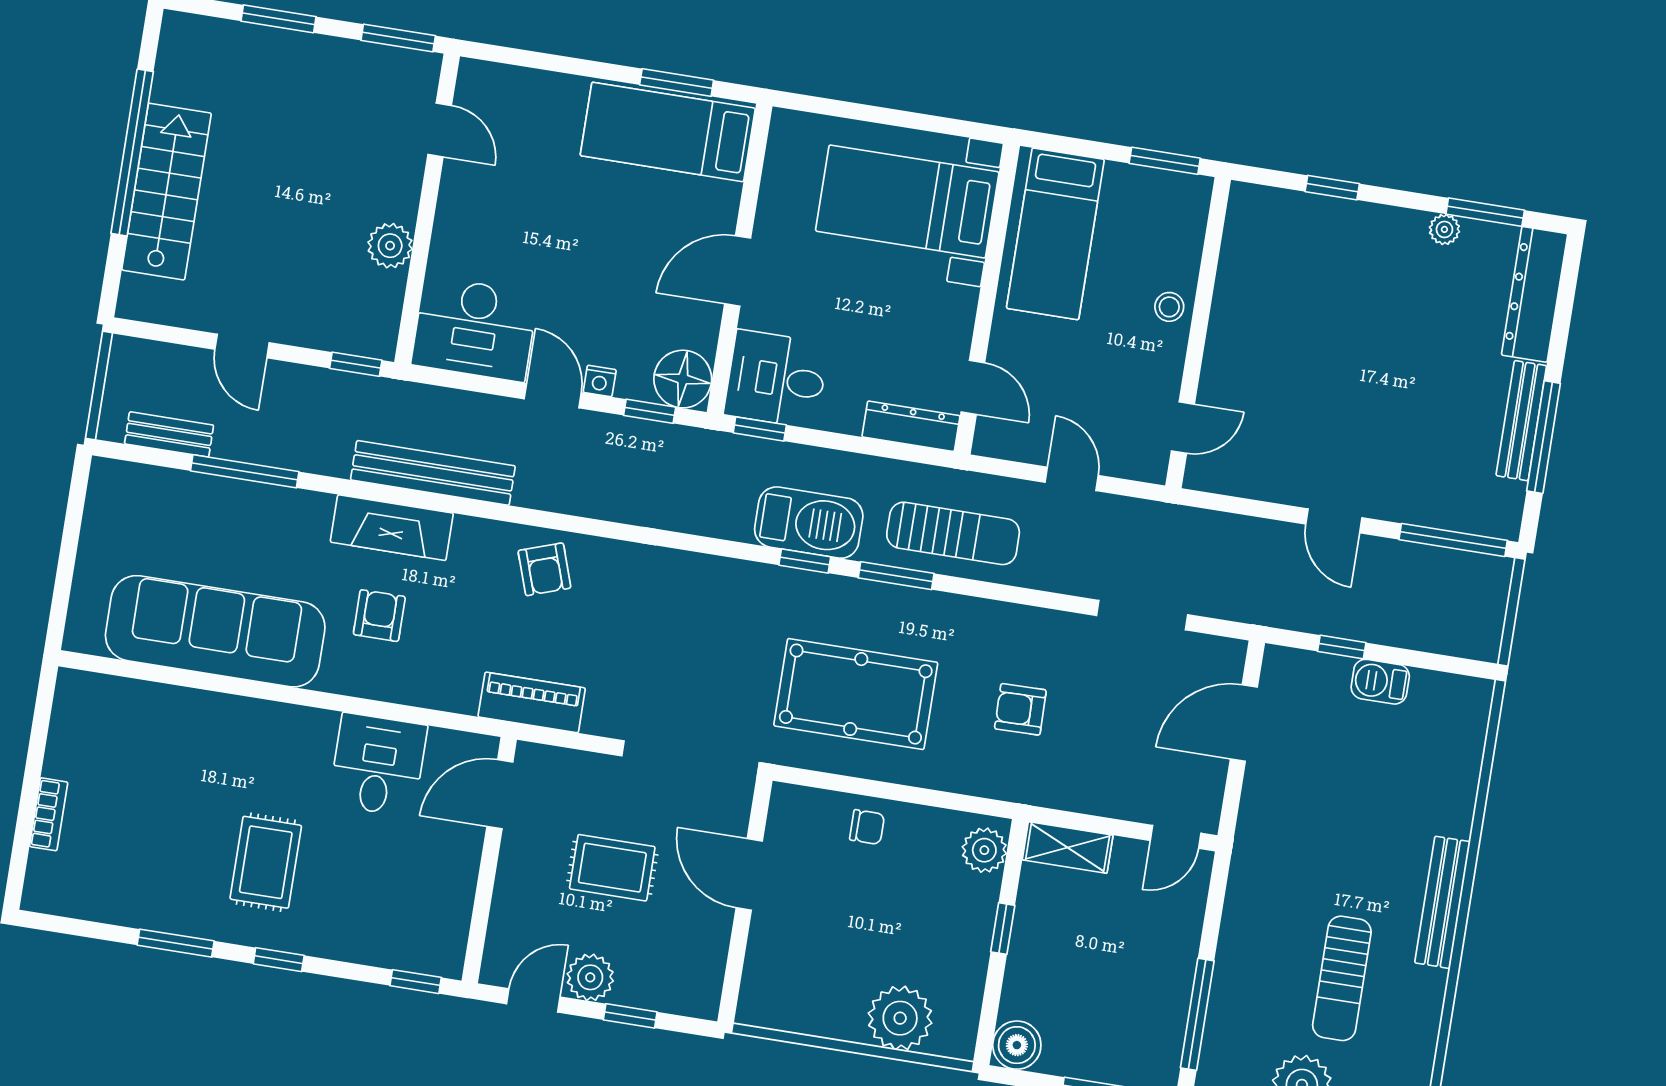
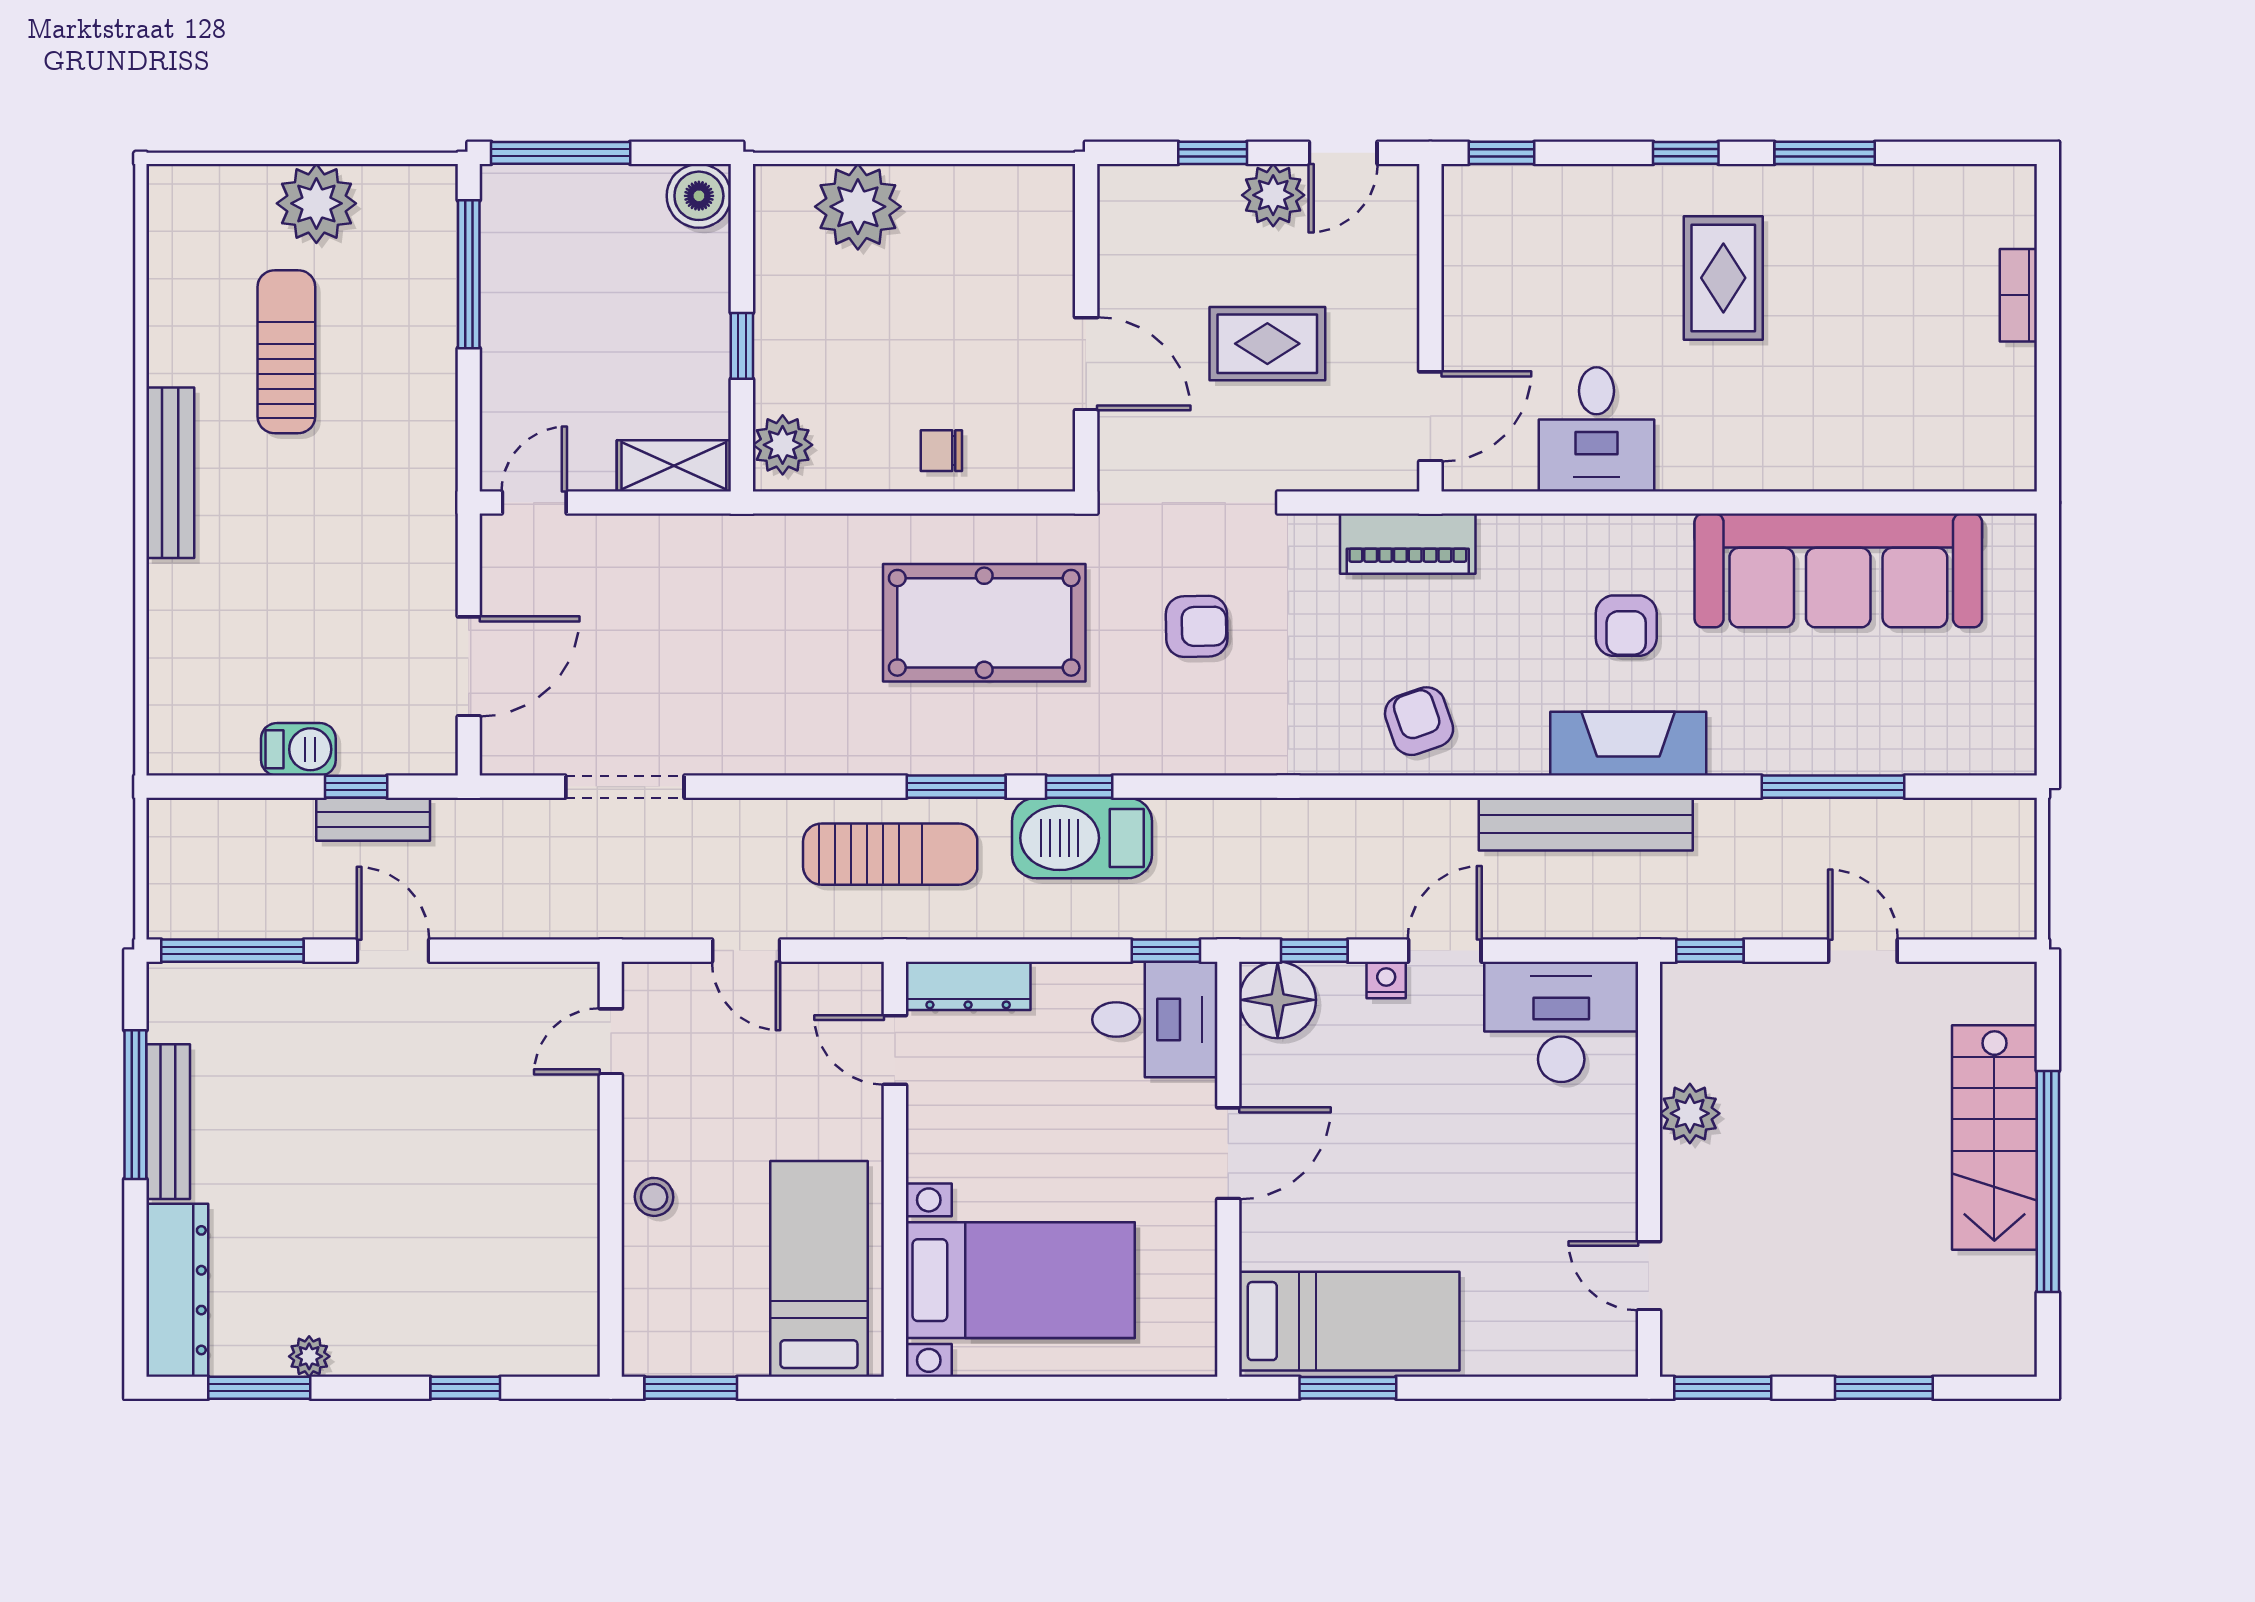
door: (553, 396) -> (1445, 951), swing flipped
bench: (169, 434) -> (373, 819), moved
sun lounger: (953, 533) -> (890, 854), turned 180
armchair: (1020, 709) -> (1197, 626), moved

